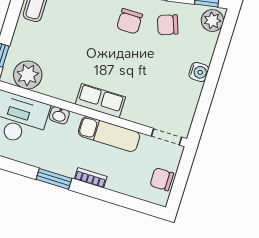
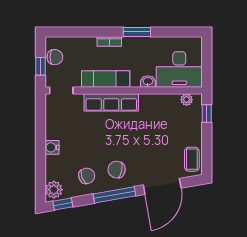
chair: (130, 21) -> (117, 170), turned -79
plant: (28, 75) -> (187, 100), width x0.53, depth x0.53
row of seats: (100, 101) -> (111, 102), width x1.48
window: (183, 174) -> (40, 66), added

